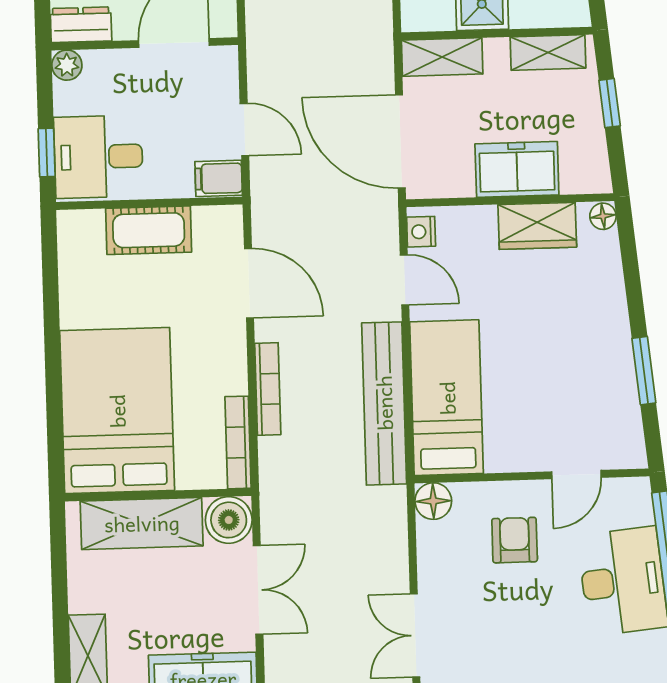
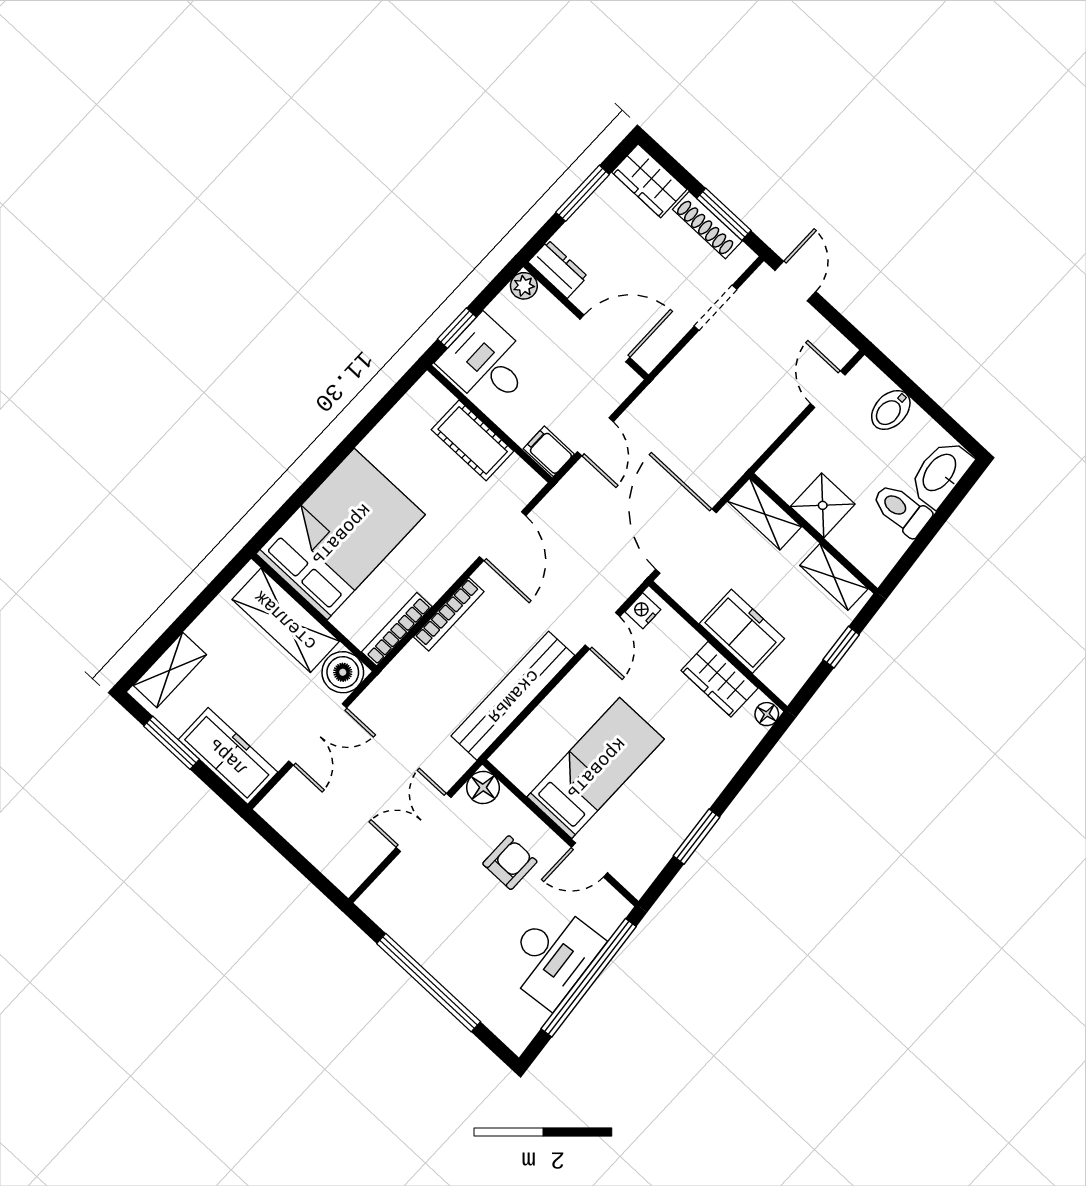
bed: (447, 398) -> (596, 768), moved
double door: (415, 635) -> (424, 823), moved

